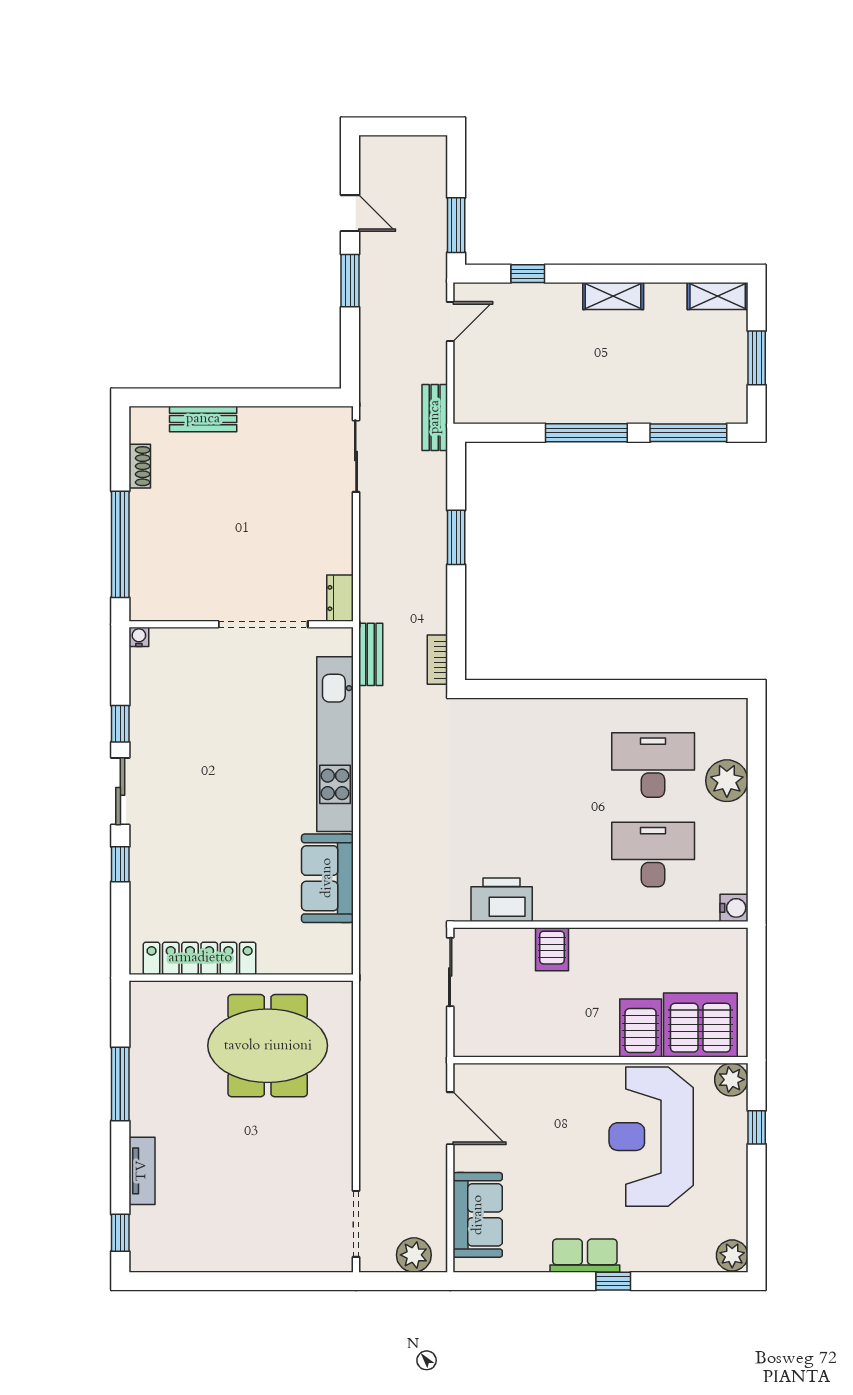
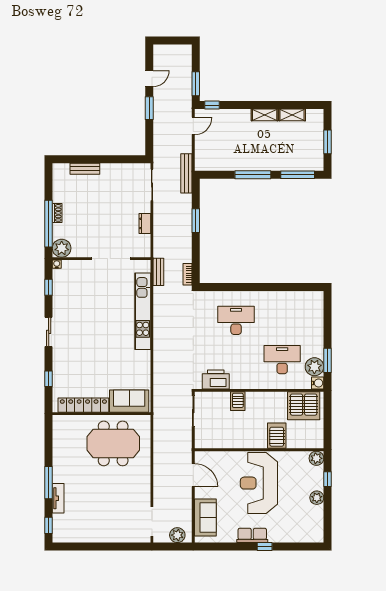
door: (350, 213) -> (149, 79), hinge flipped
window: (528, 274) -> (212, 105), moved
shelving: (718, 296) -> (292, 115), moved
bench: (435, 417) -> (186, 173), width x1.36
shoe rack: (140, 466) -> (57, 213), moved
dresser: (340, 598) -> (145, 223), moved
plant: (150, 600) -> (62, 248), added
window: (120, 724) -> (49, 287), moved
desk: (653, 765) -> (236, 320), moved
plant: (727, 781) -> (314, 367), moved
window: (757, 856) -> (328, 360), added
window: (120, 864) -> (49, 379), moved
sofa: (327, 878) -> (129, 401), moved, turned 90
server rack: (700, 1025) -> (304, 406), moved, turned 180
window: (120, 1084) -> (49, 483), moved
reception desk: (651, 1137) -> (259, 483), moved
plant: (732, 1255) -> (317, 498), moved

